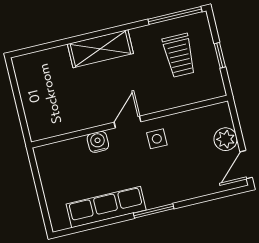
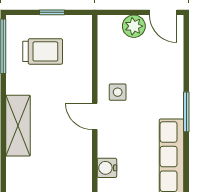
water cooler: (98, 142) -> (107, 168), moved

